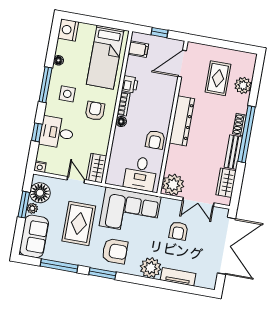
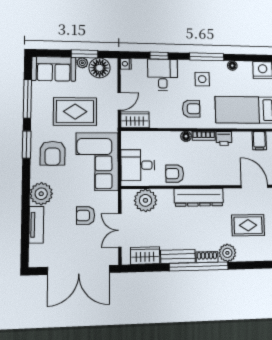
plant: (243, 85) -> (227, 253), moved
plant: (173, 185) -> (145, 200), moved

